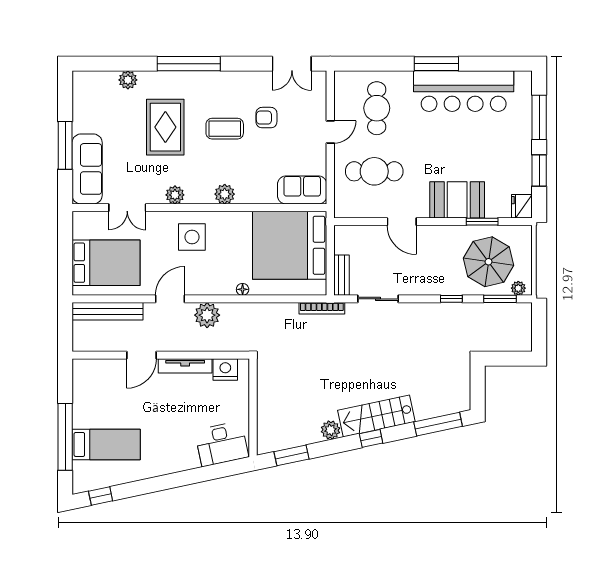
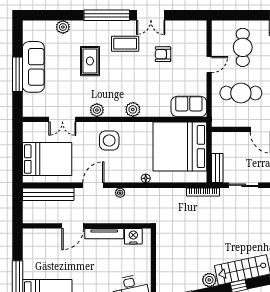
double door: (292, 64) -> (151, 15), moved
rug: (165, 127) -> (90, 61), width x0.73, depth x0.70
coffee table: (225, 129) -> (125, 44), moved
sofa: (87, 169) -> (33, 67), moved
plant: (207, 315) -> (120, 193), width x0.53, depth x0.53

